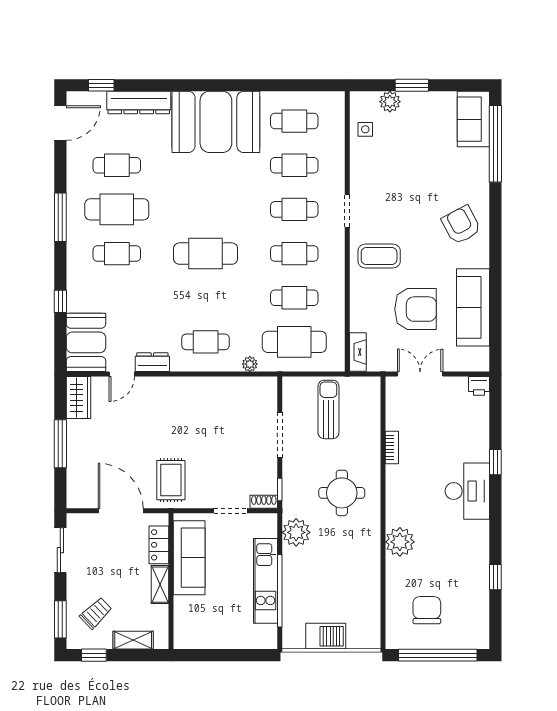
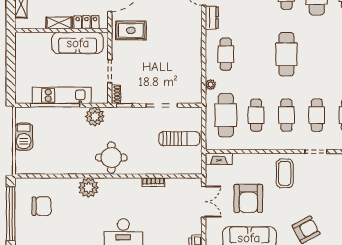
round table: (342, 493) -> (111, 158), moved

